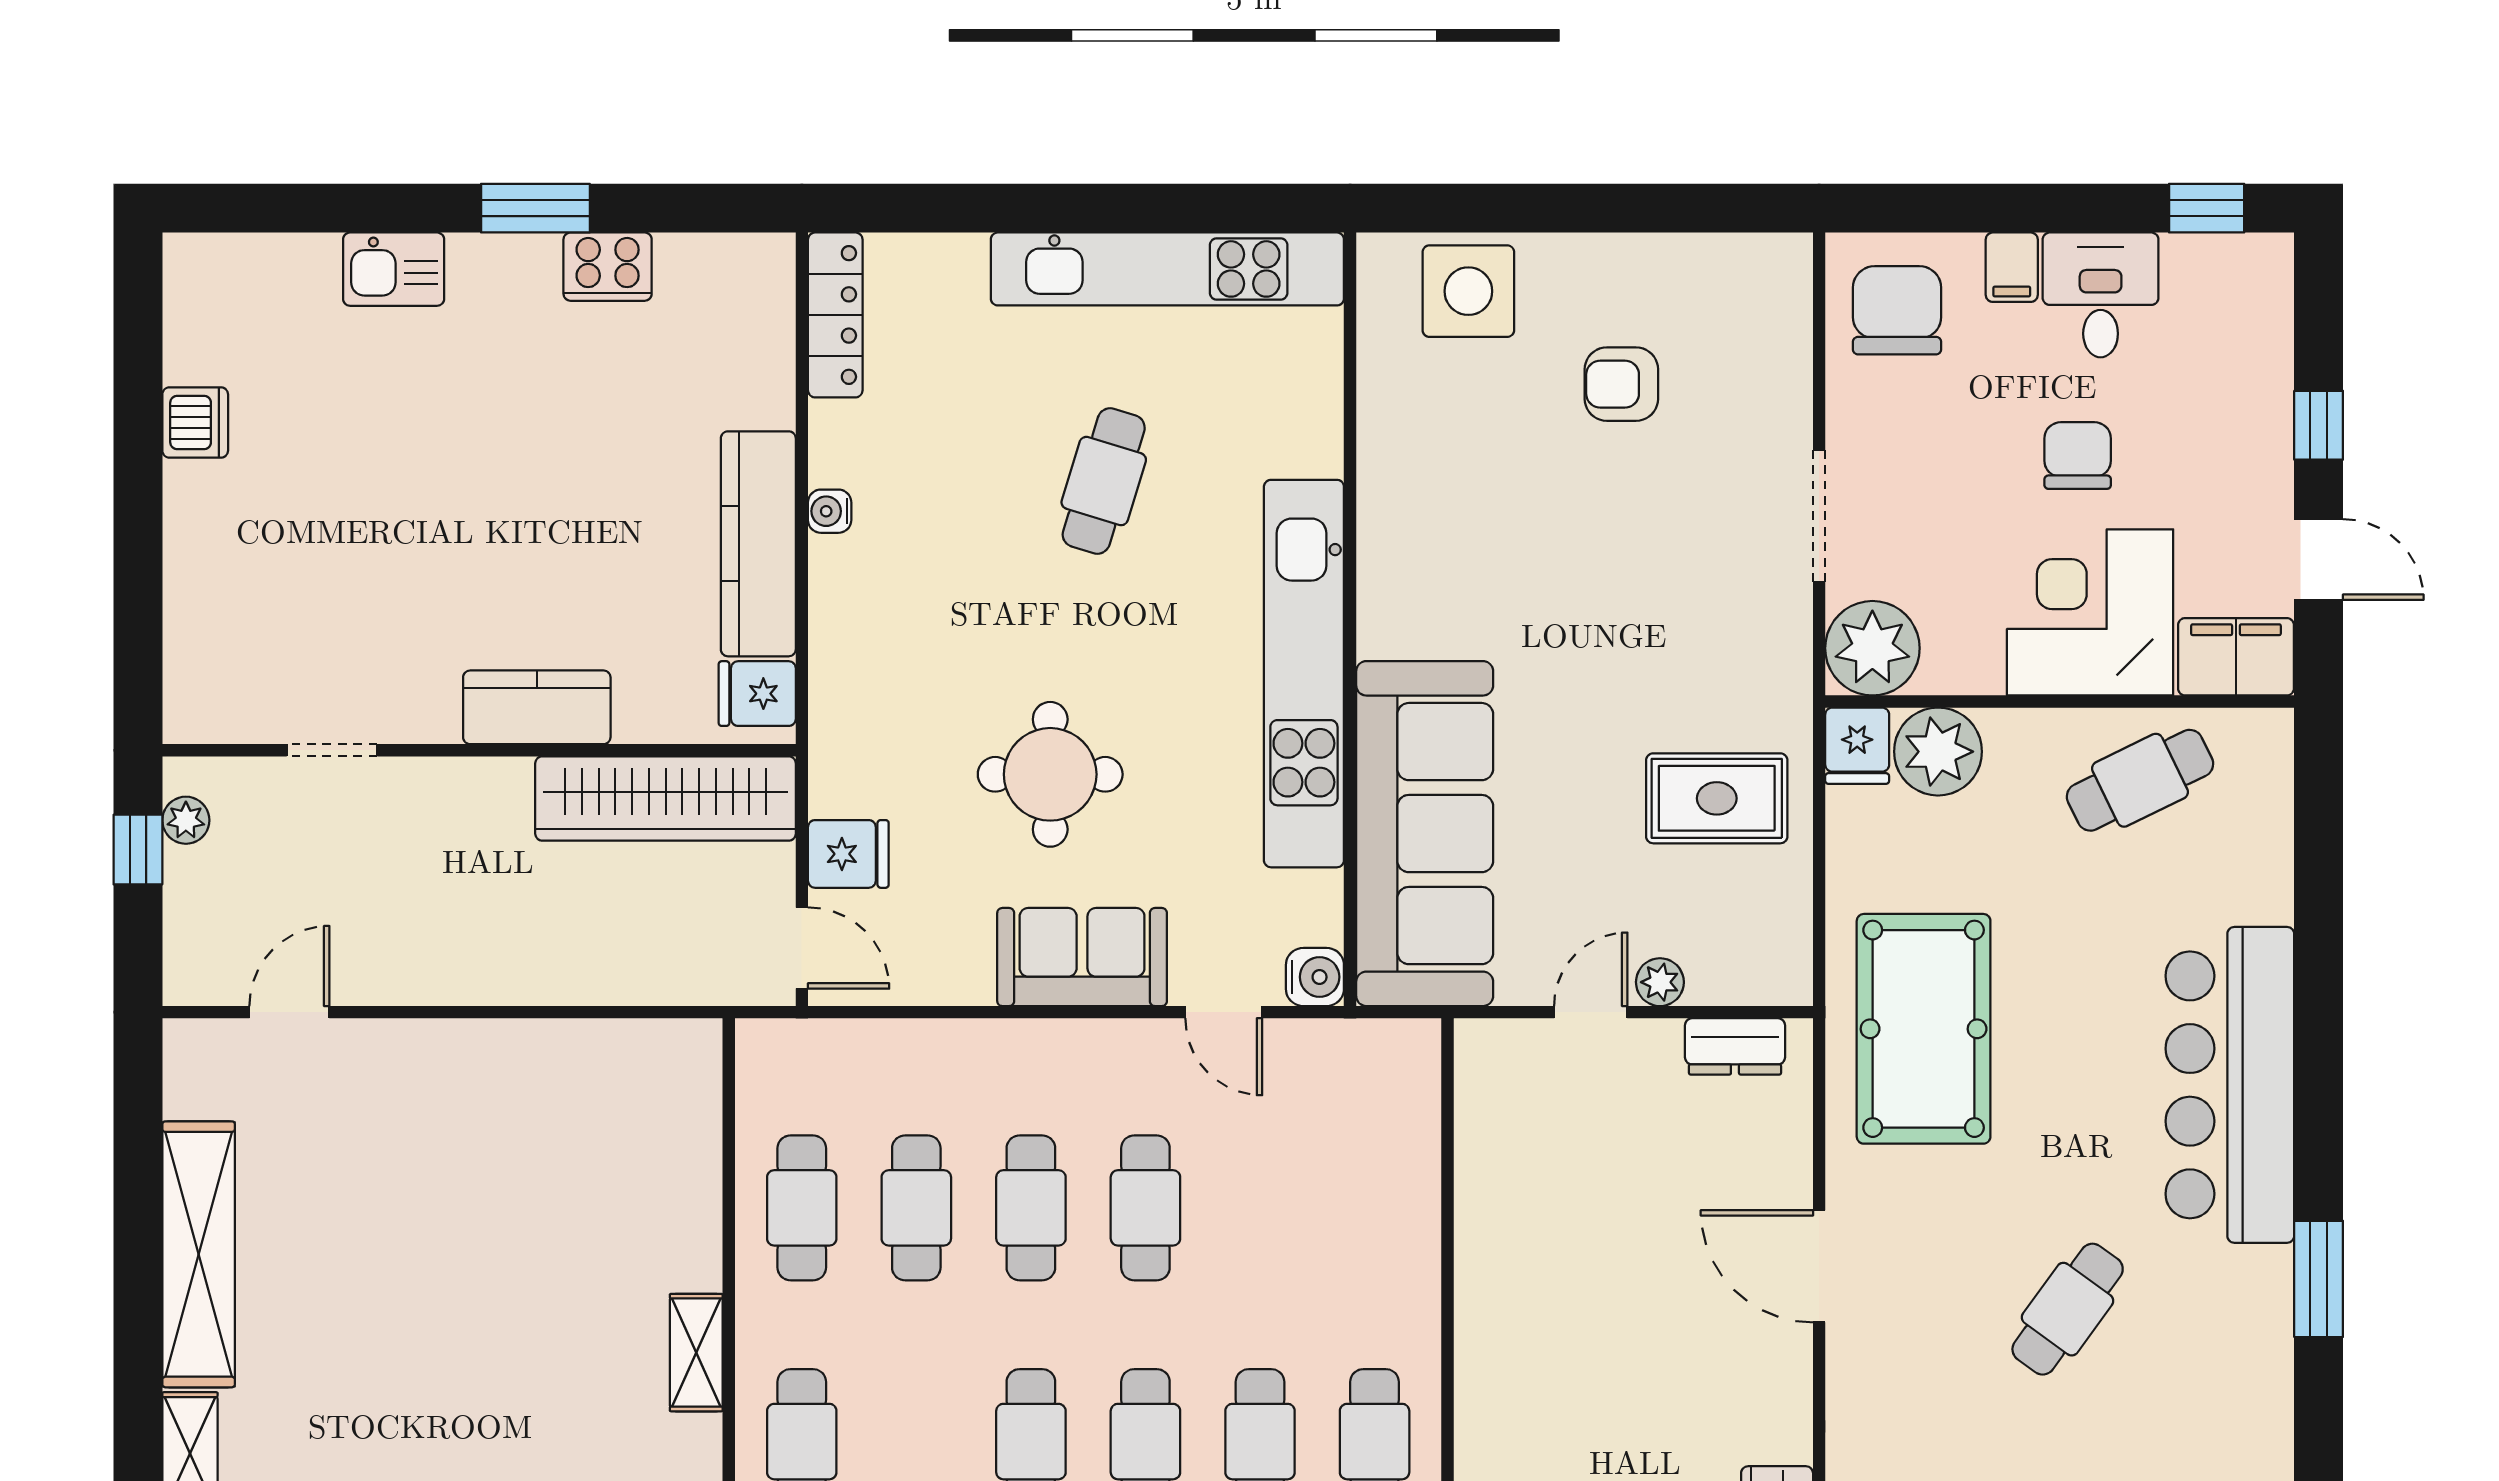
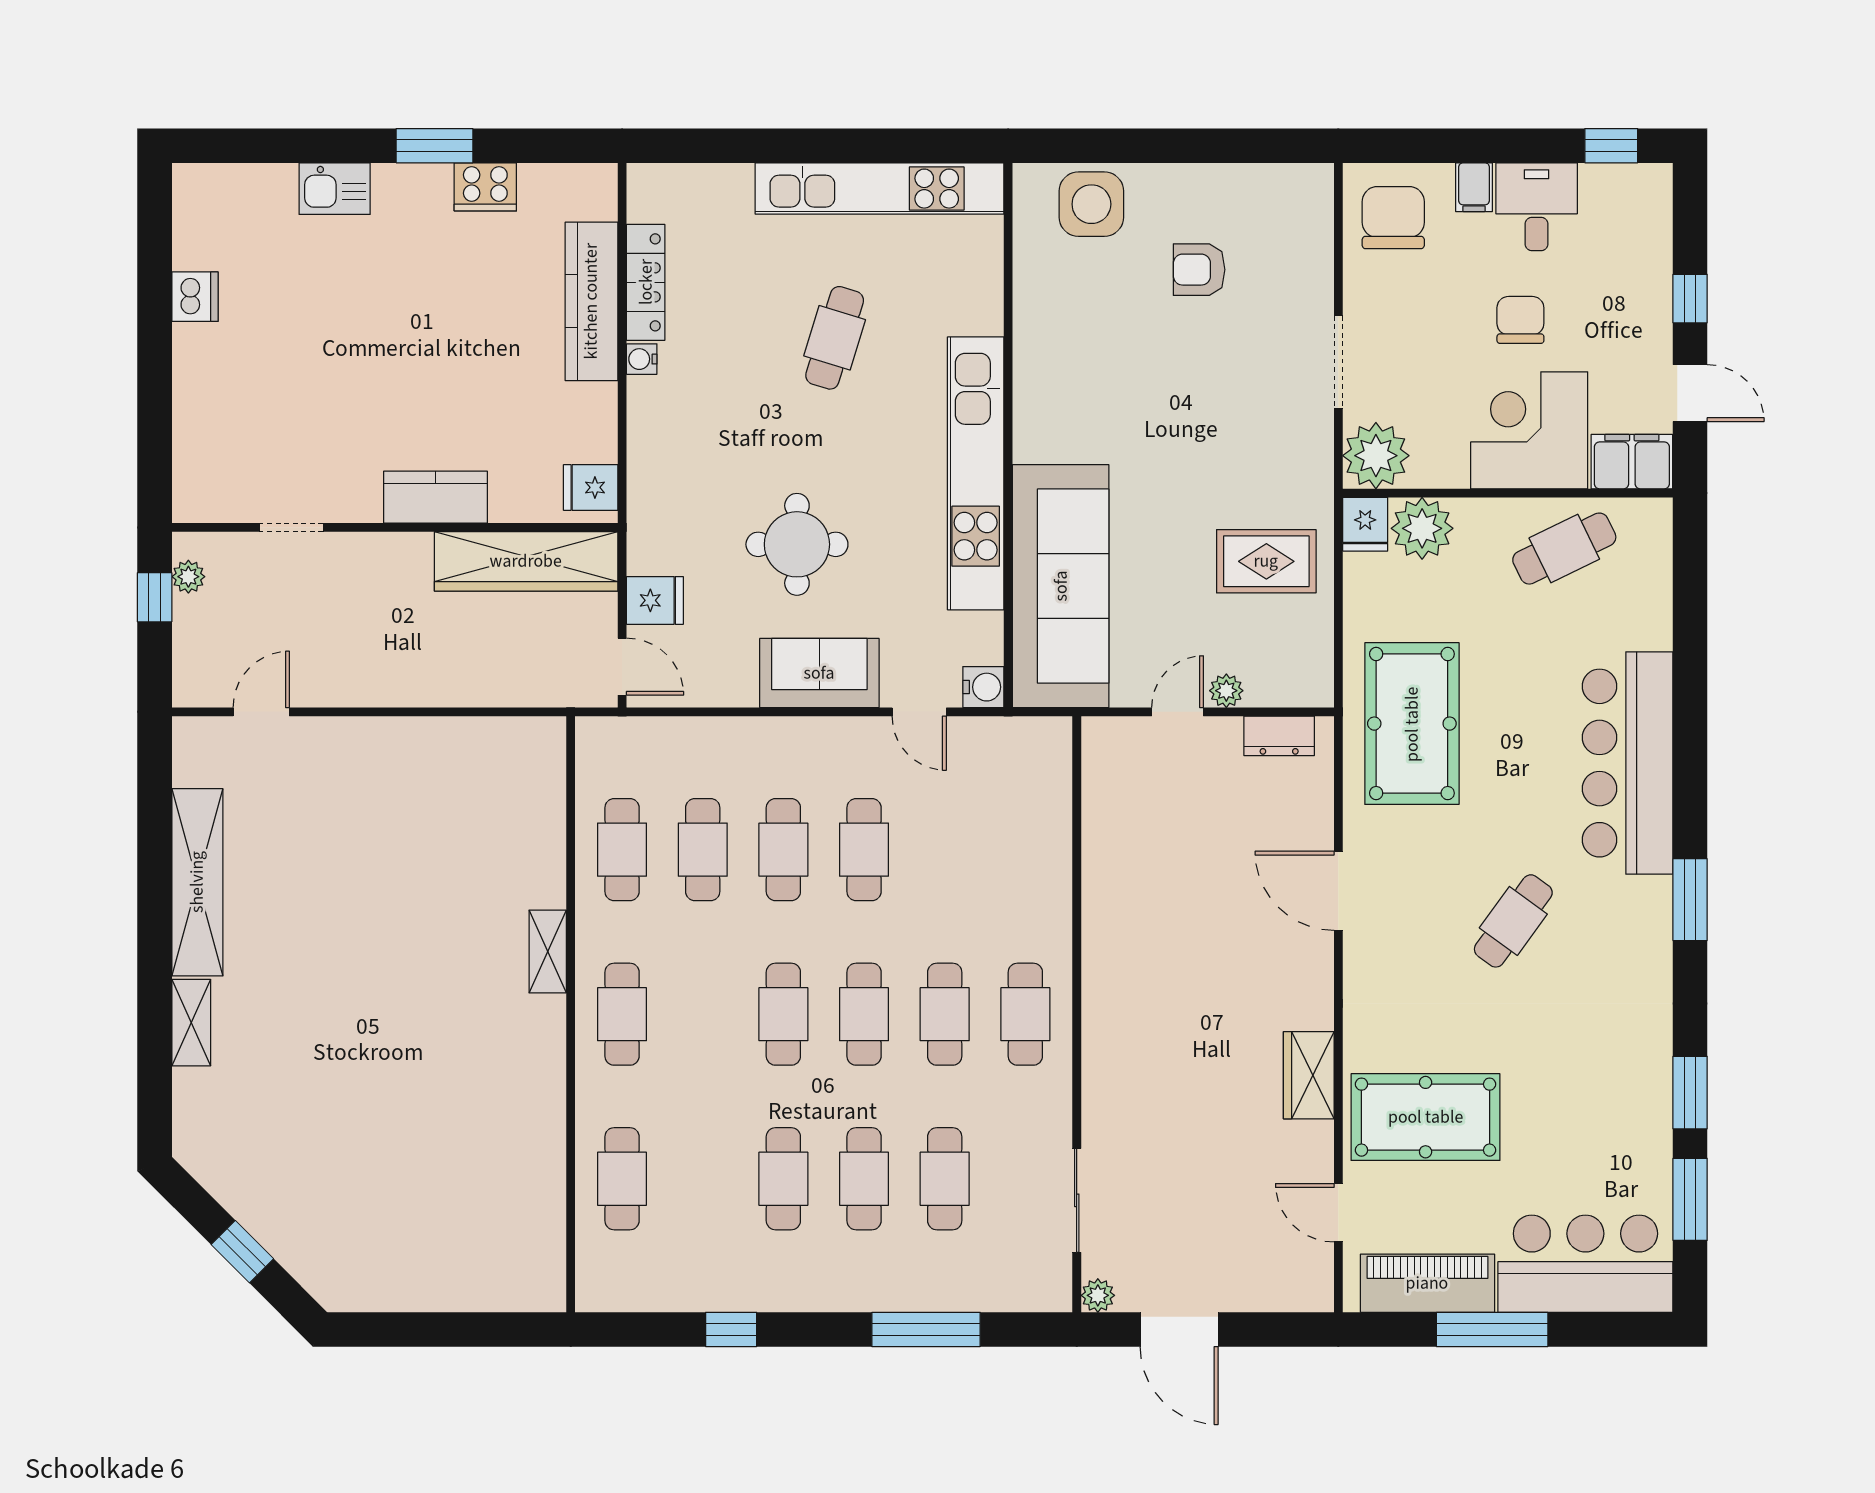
locker: (835, 315) -> (646, 282), moved
kitchen counter: (758, 544) -> (591, 301), moved

